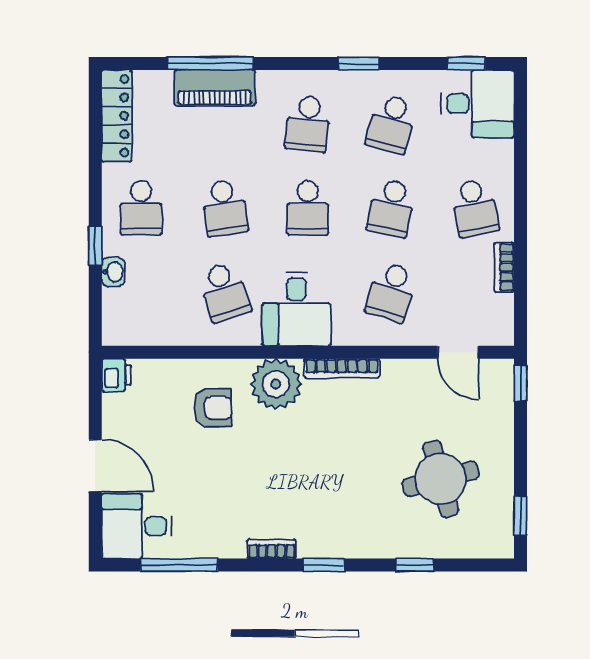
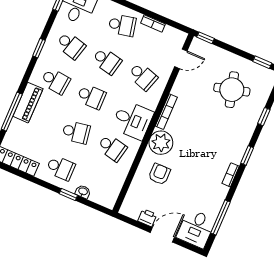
piano: (215, 88) -> (28, 103), moved
school desk: (224, 292) -> (112, 148), turned 30
printer: (116, 375) -> (147, 218), moved

